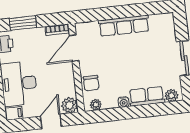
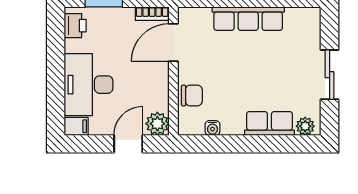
chair: (91, 83) -> (192, 96), turned -90
water cooler: (124, 102) -> (213, 128), moved
plant: (96, 105) -> (195, 127), removed

